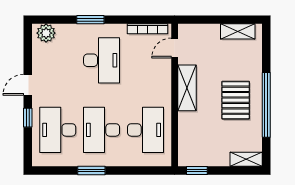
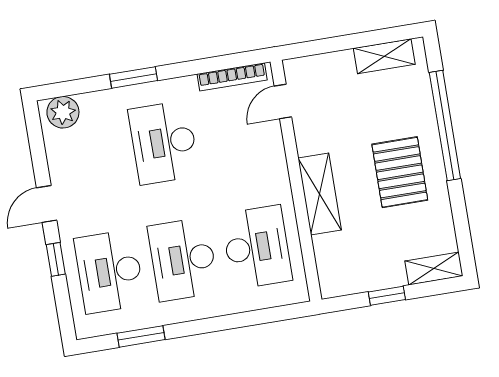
desk: (102, 60) -> (164, 142), turned 180
shelving: (187, 88) -> (320, 194), moved
window: (266, 105) -> (445, 125), moved
window: (91, 171) -> (141, 336), moved
window: (197, 171) -> (387, 296), moved

